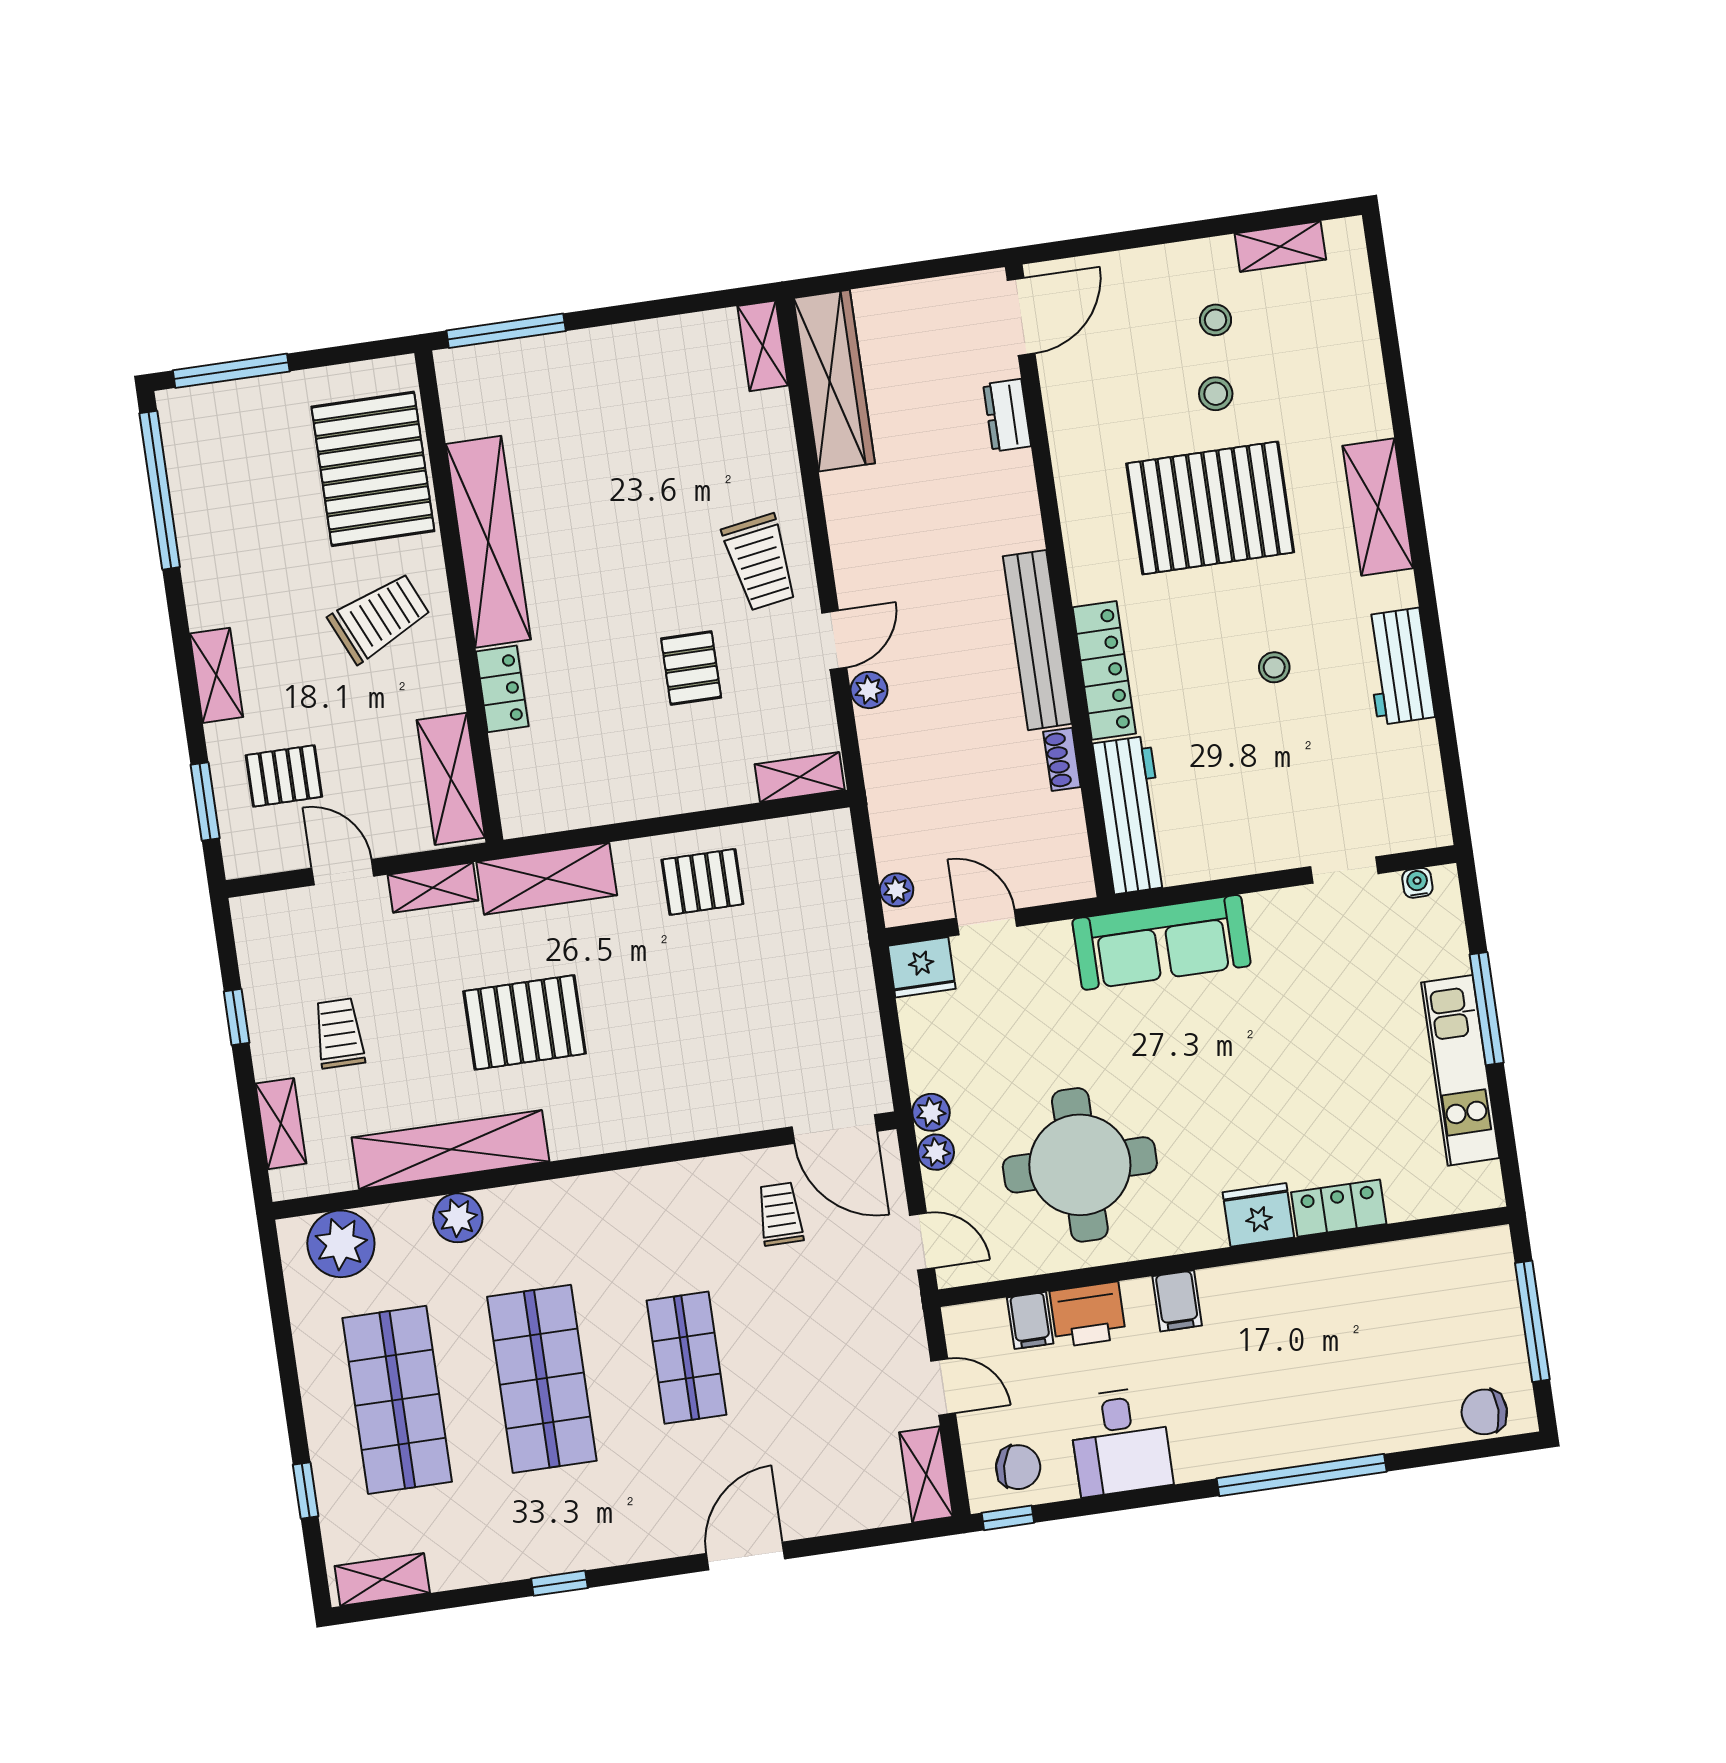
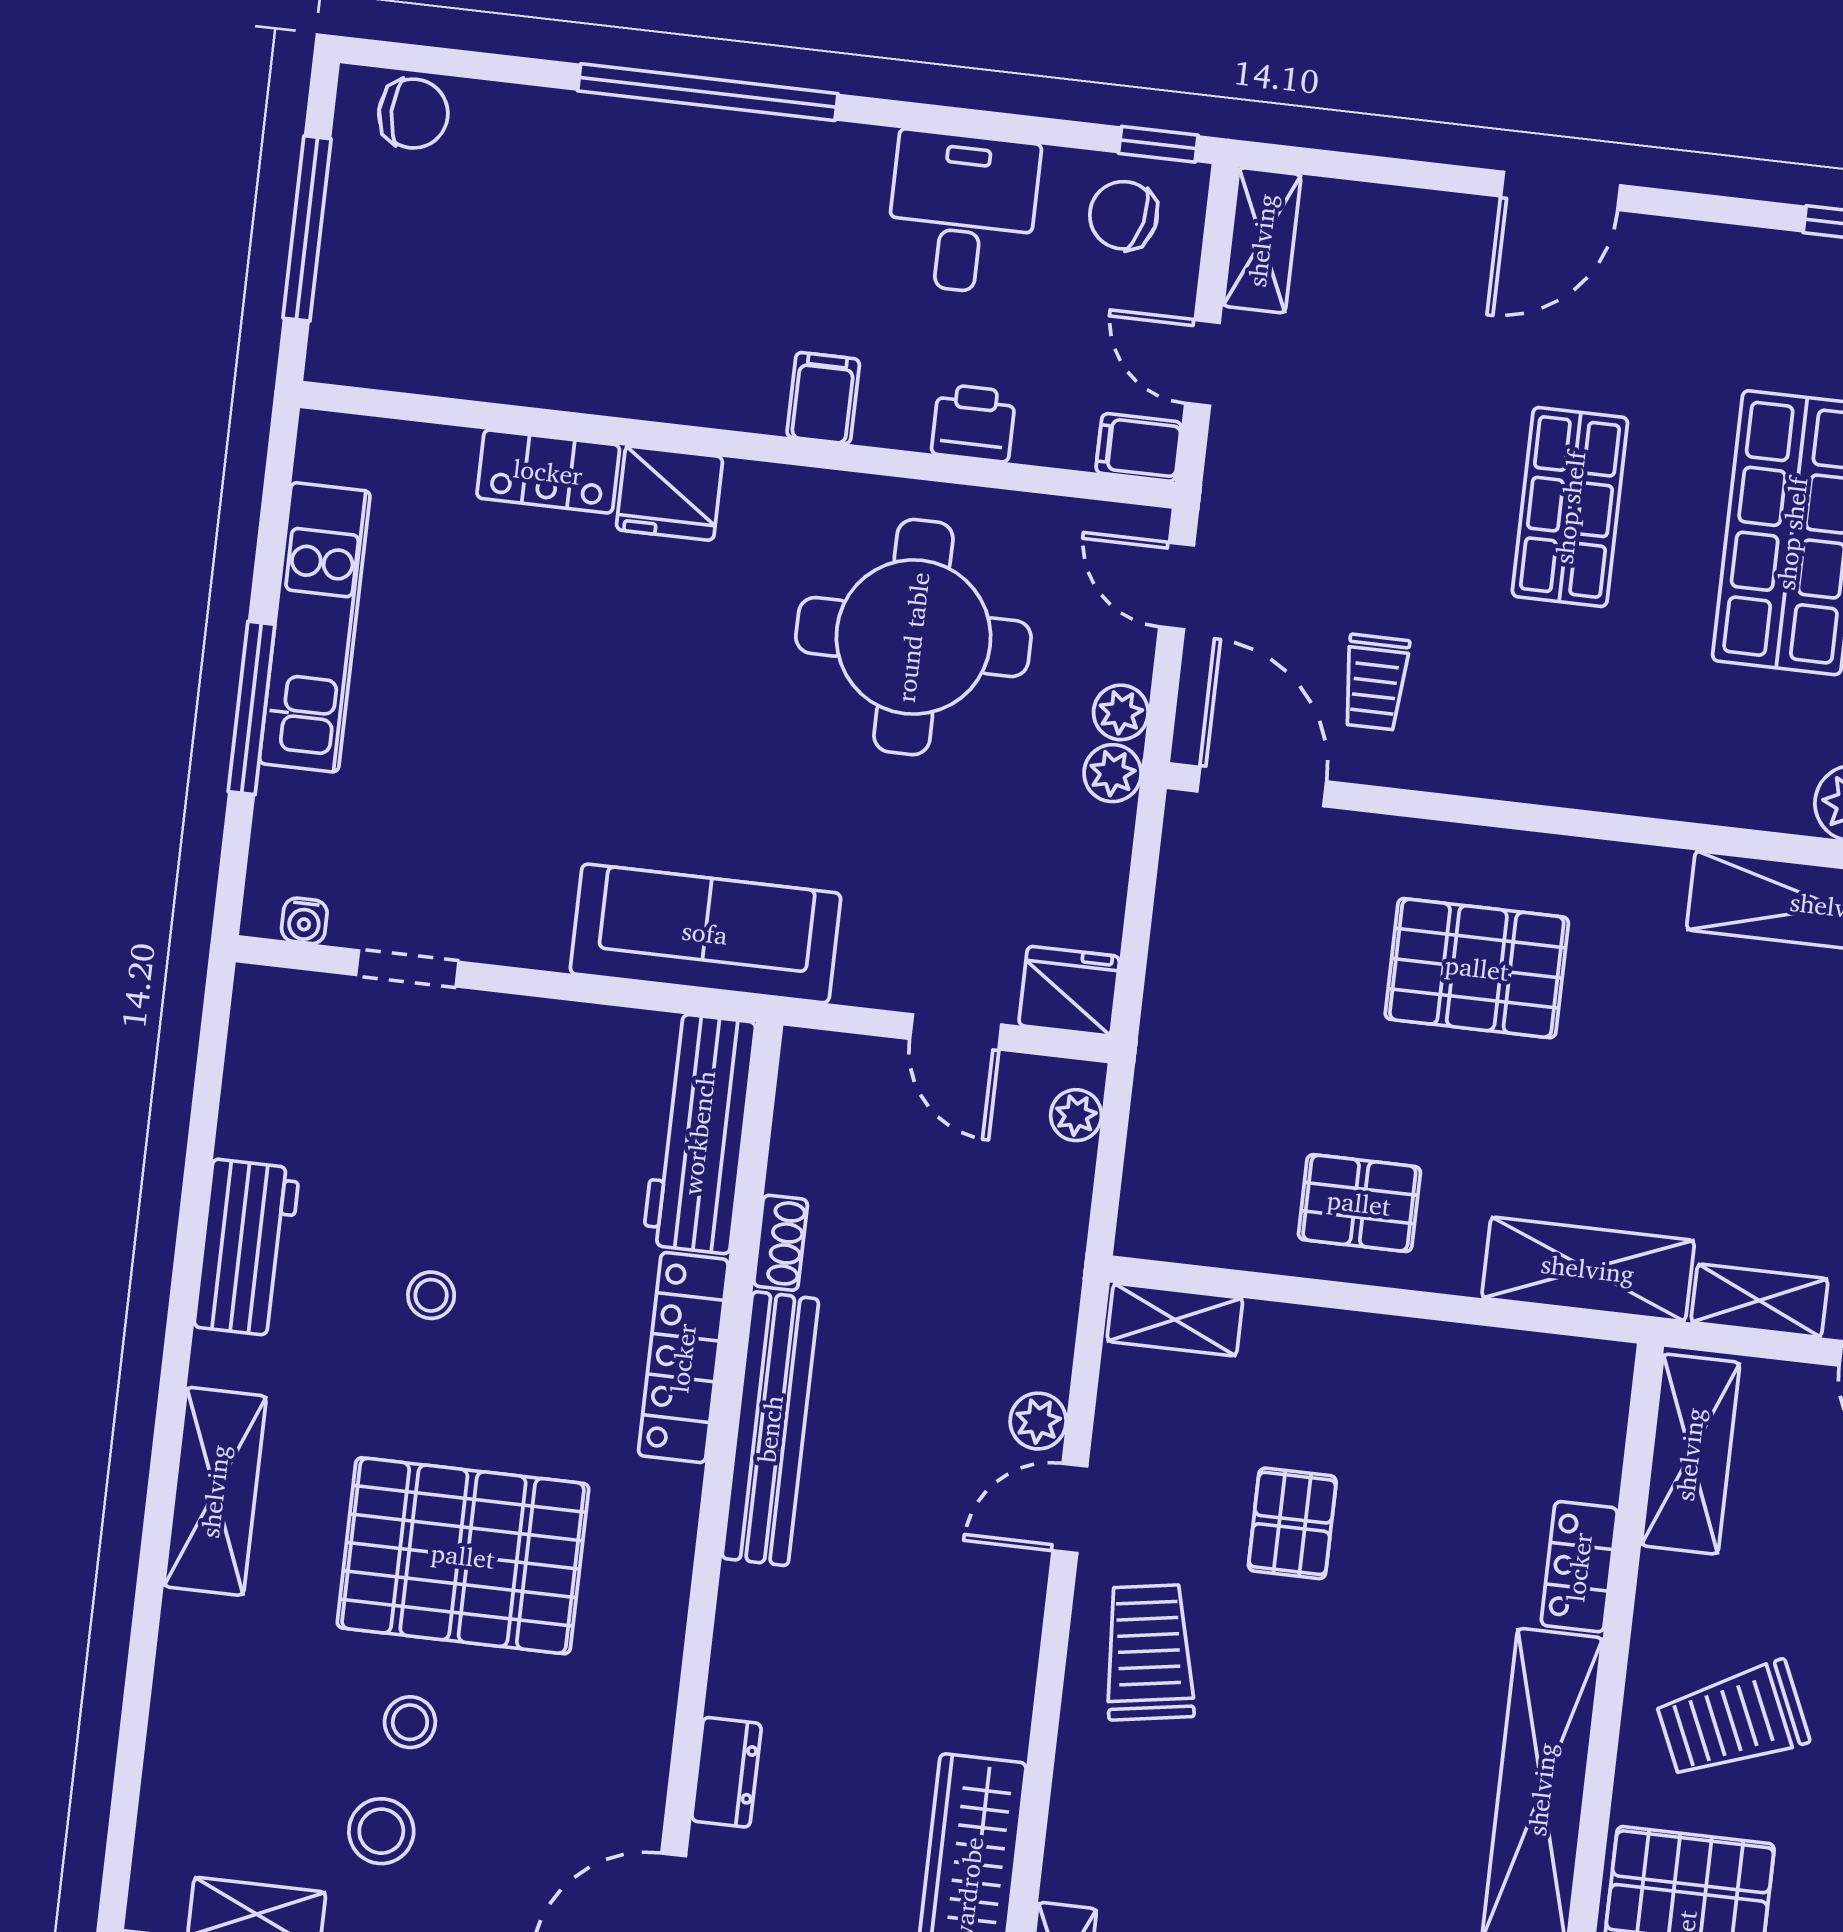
stool: (1216, 320) -> (381, 1831), width x1.37, depth x1.37
pallet: (525, 1022) -> (1477, 968), moved
printer: (1088, 1315) -> (974, 423), width x0.73, depth x0.81
filing cabinet: (1030, 1320) -> (1139, 447), moved, turned -90

